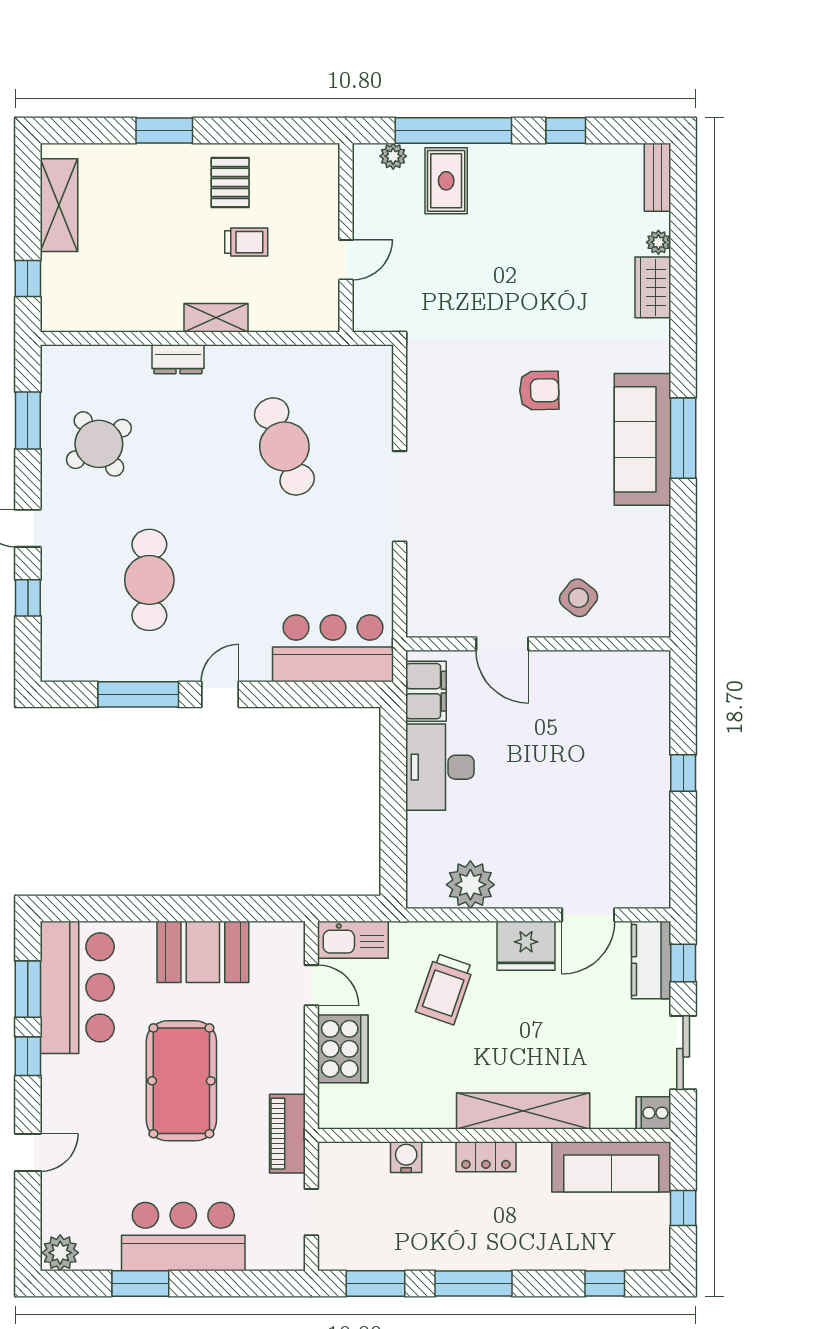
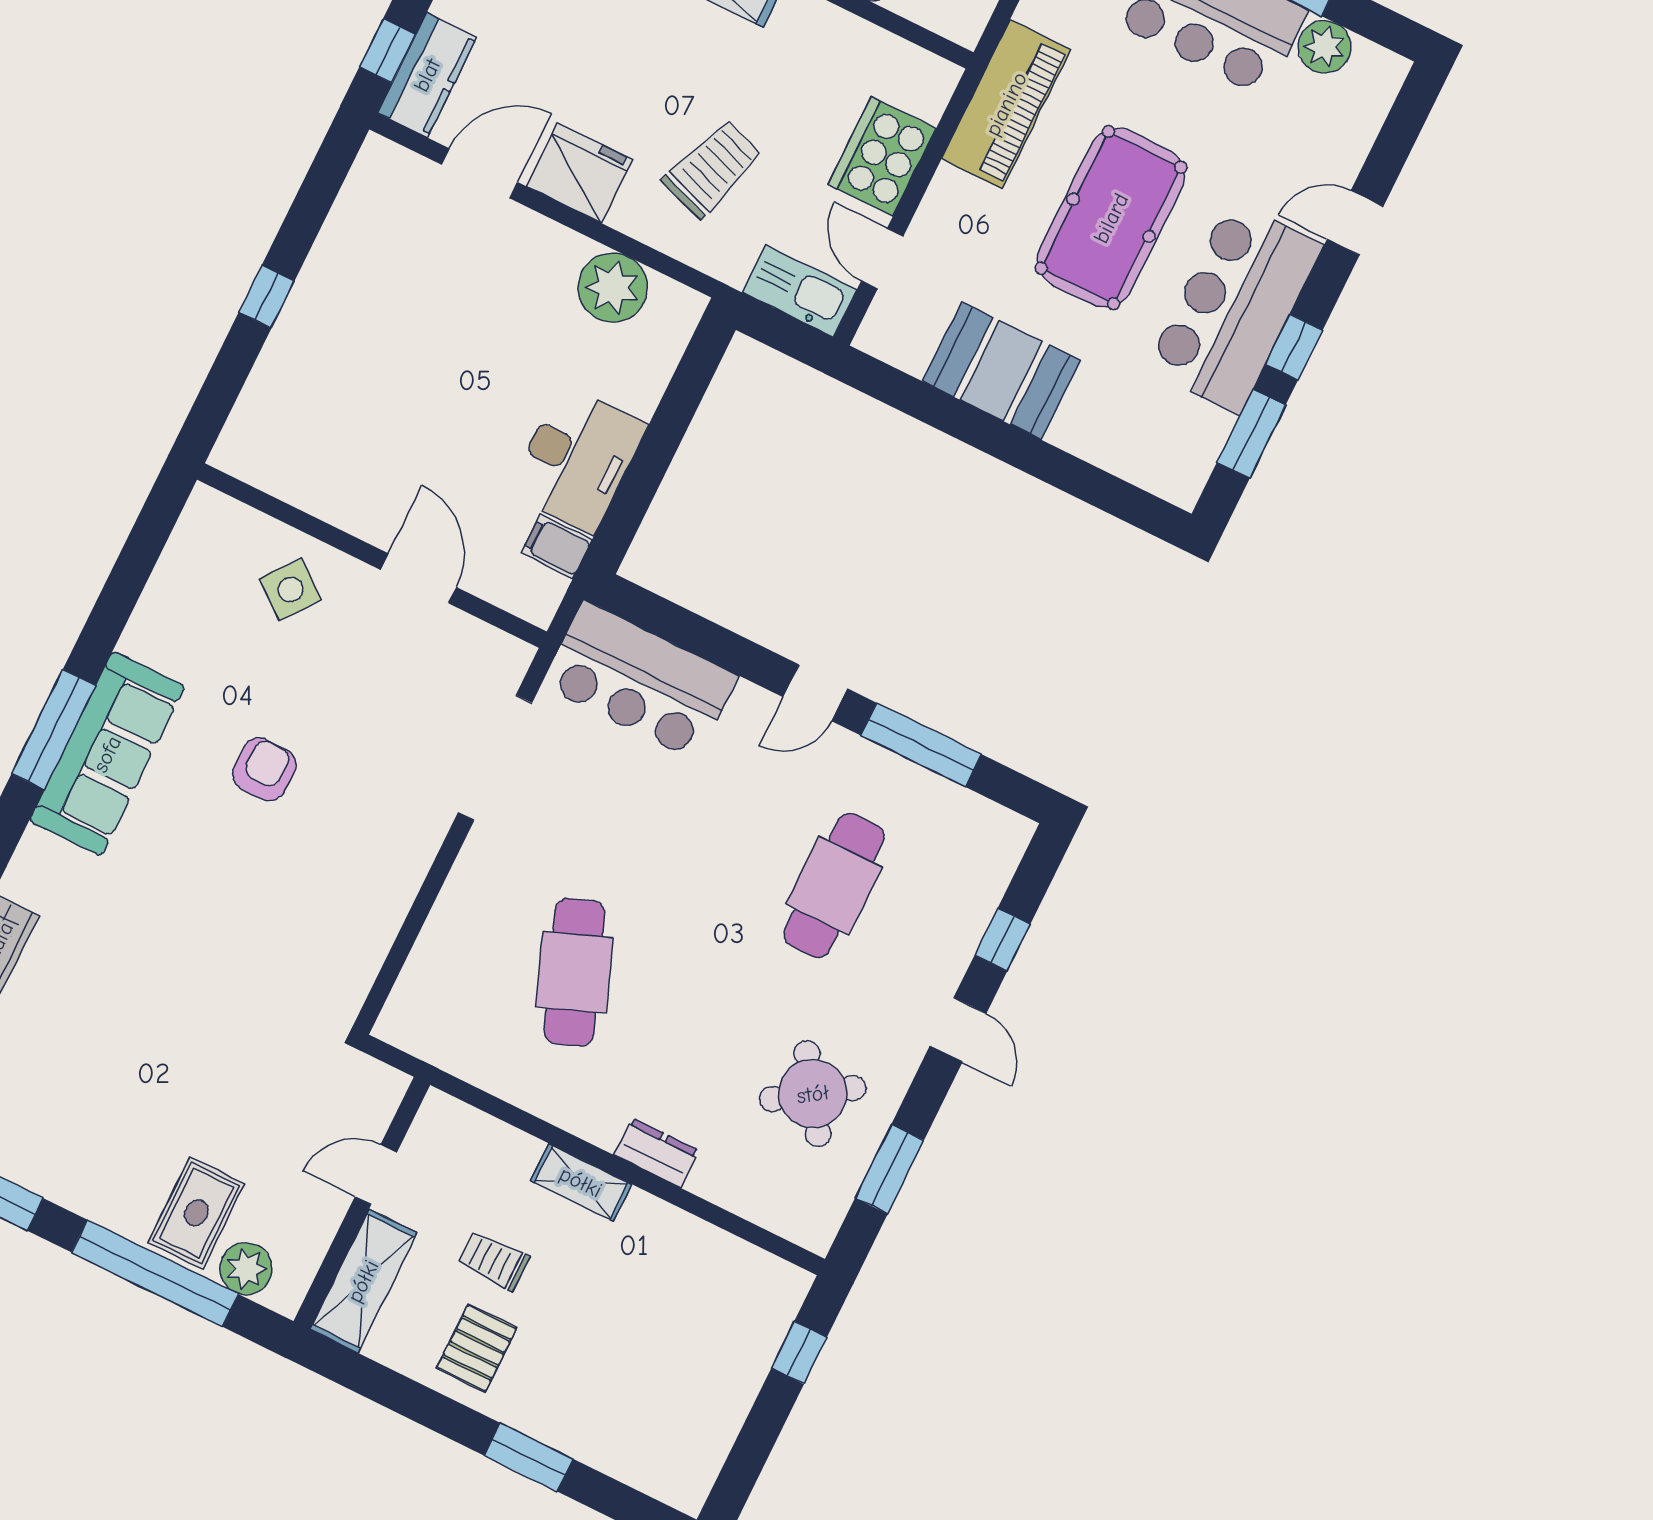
plant: (393, 156) -> (246, 1269), width x1.38, depth x1.38
shelving: (59, 205) -> (363, 1281), moved
armchair: (539, 390) -> (264, 769), moved, turned 91
doorway: (400, 496) -> (495, 758), moved
filing cabinet: (426, 691) -> (557, 546), width x0.50
bar counter: (77, 987) -> (1234, 307), moved
piano: (287, 1134) -> (1006, 104), width x1.37, depth x1.33
plant: (60, 1253) -> (1325, 47), moved

